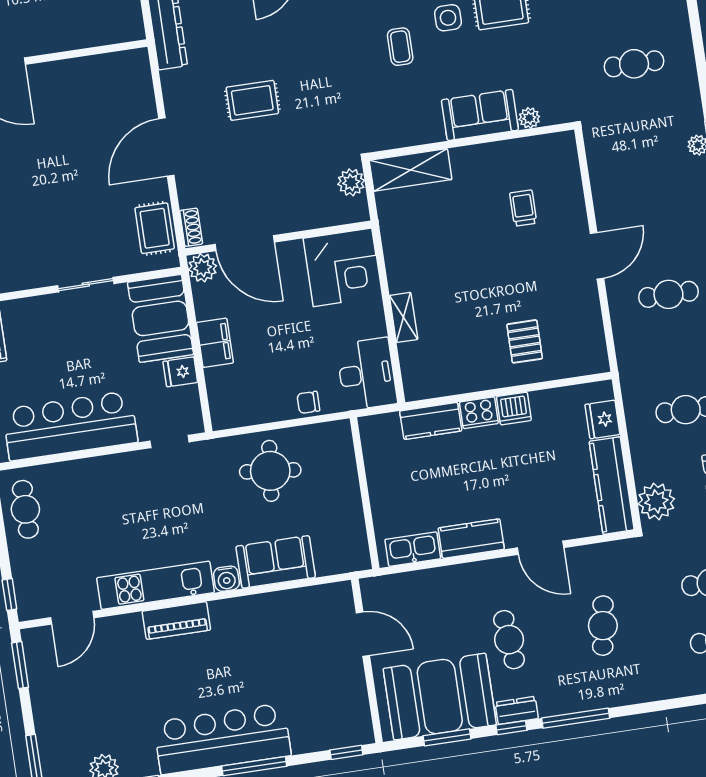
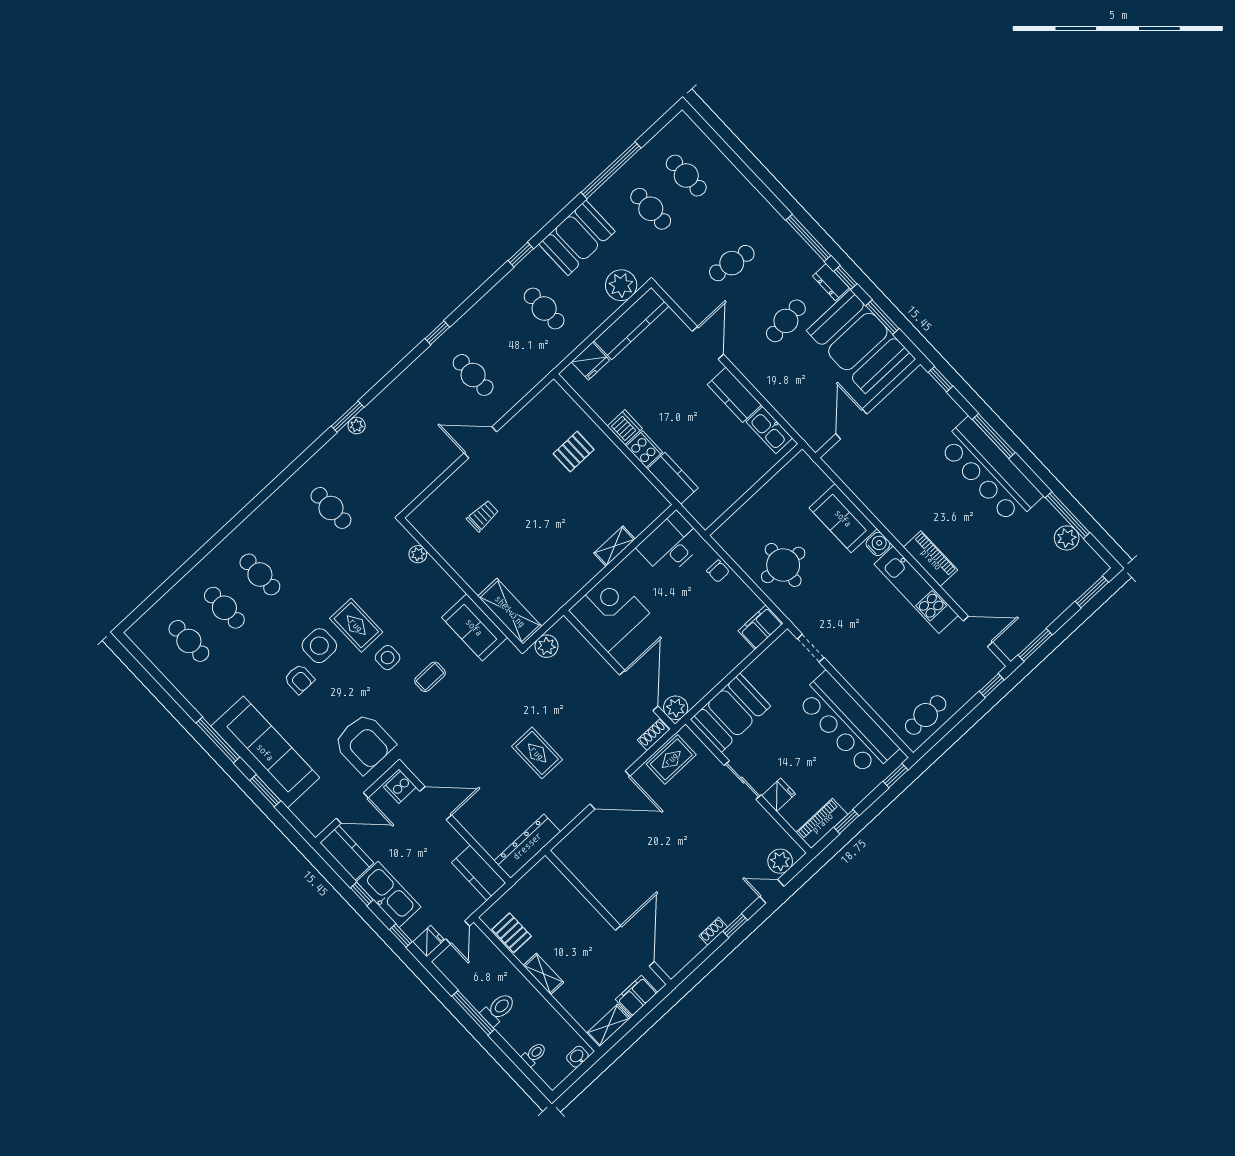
sofa: (480, 115) -> (474, 627), moved
trolley: (523, 208) -> (483, 516), turned 180
filing cabinet: (215, 343) -> (760, 627), moved
fridge: (180, 372) -> (779, 795), moved, turned -90

